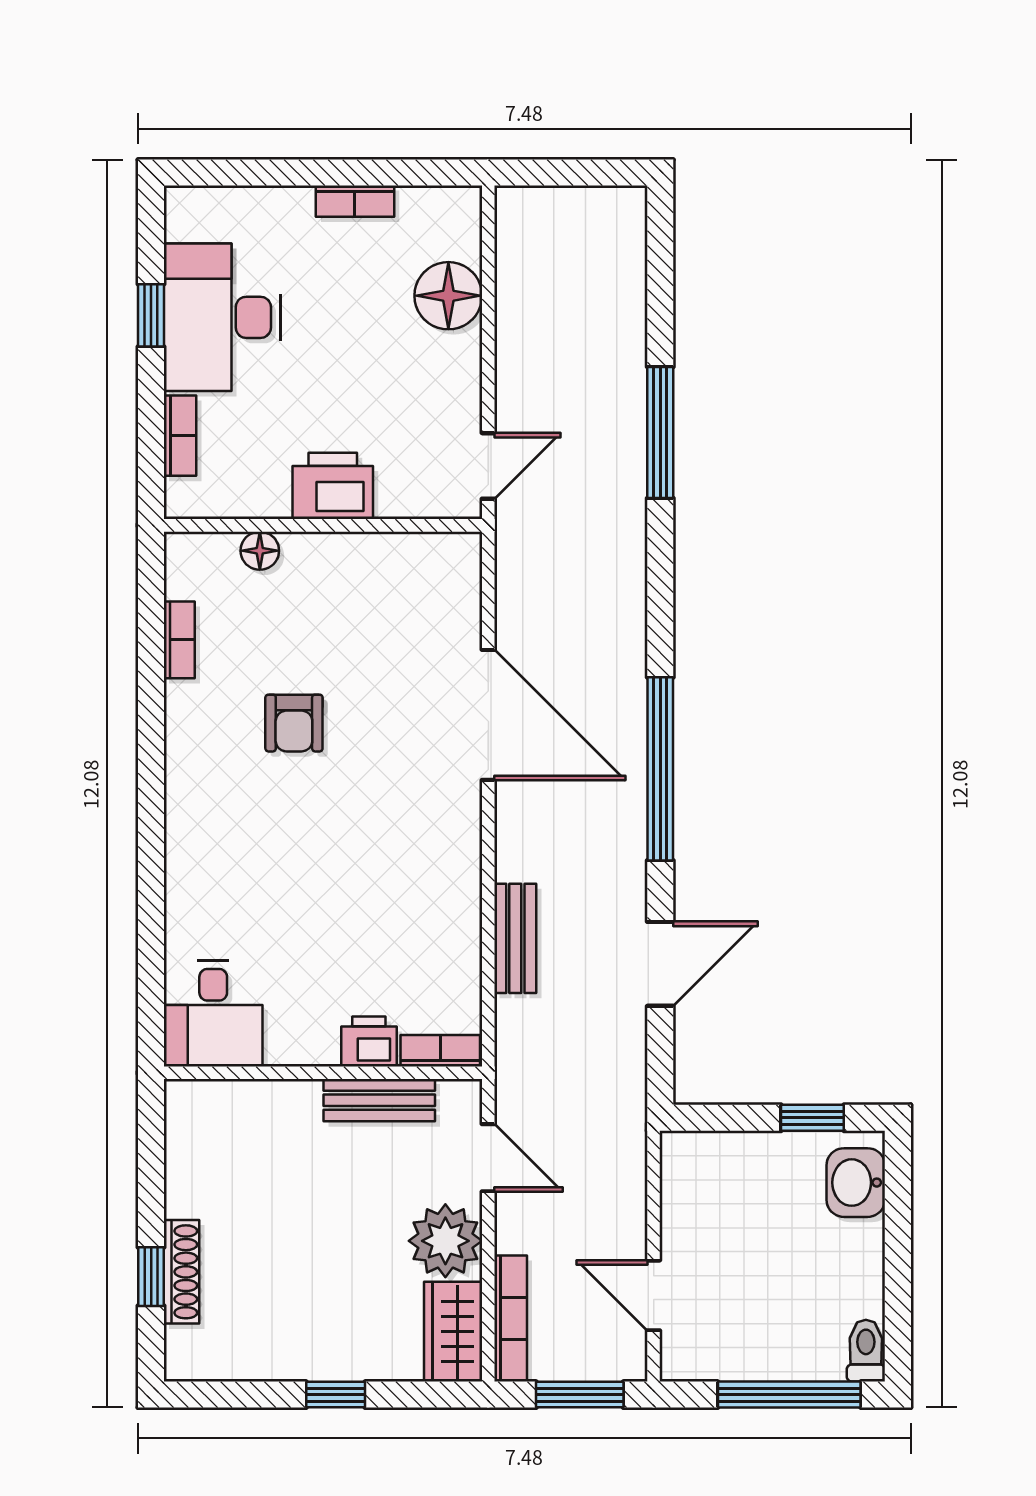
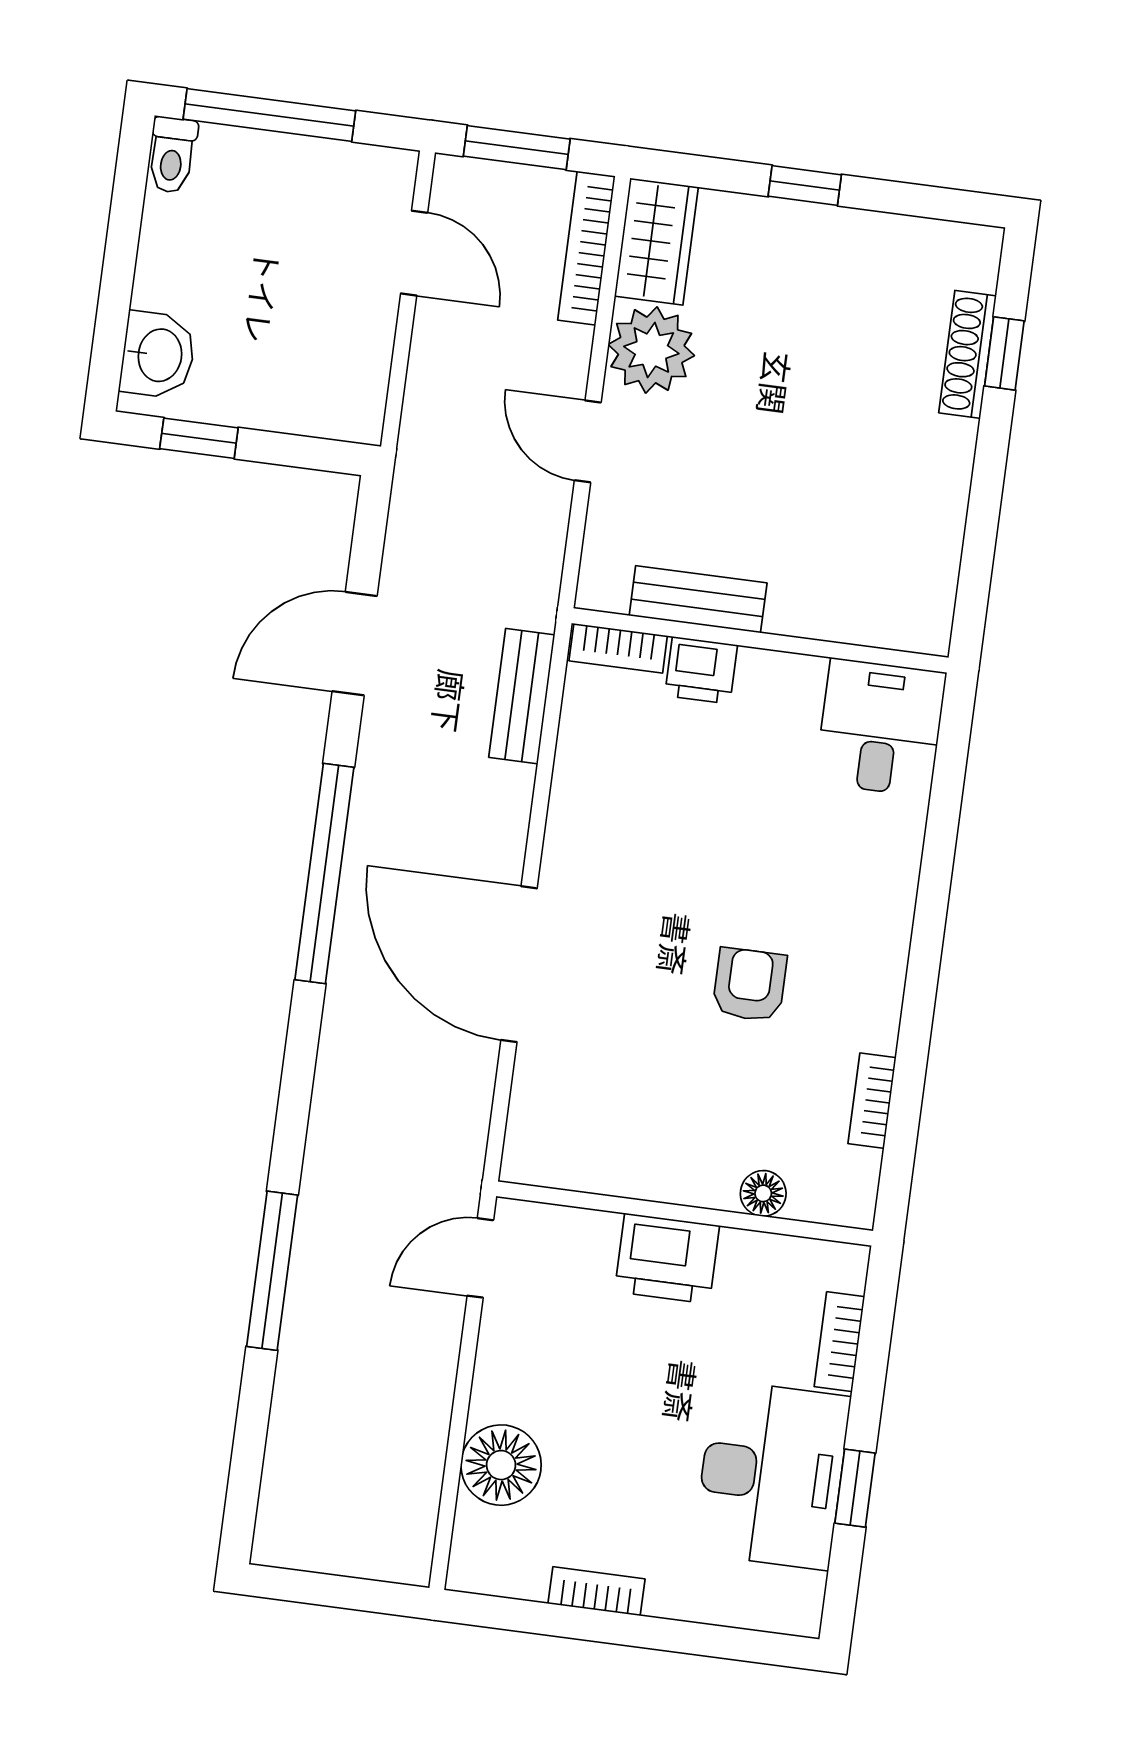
desk: (213, 1013) -> (880, 728), moved
printer: (369, 1041) -> (701, 670), moved
bookcase: (440, 1051) -> (618, 648), moved
wall: (323, 1073) -> (760, 640), moved
bench: (379, 1100) -> (698, 599), moved

